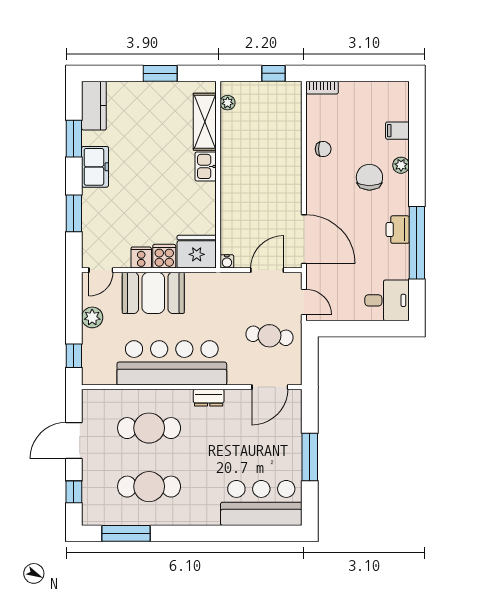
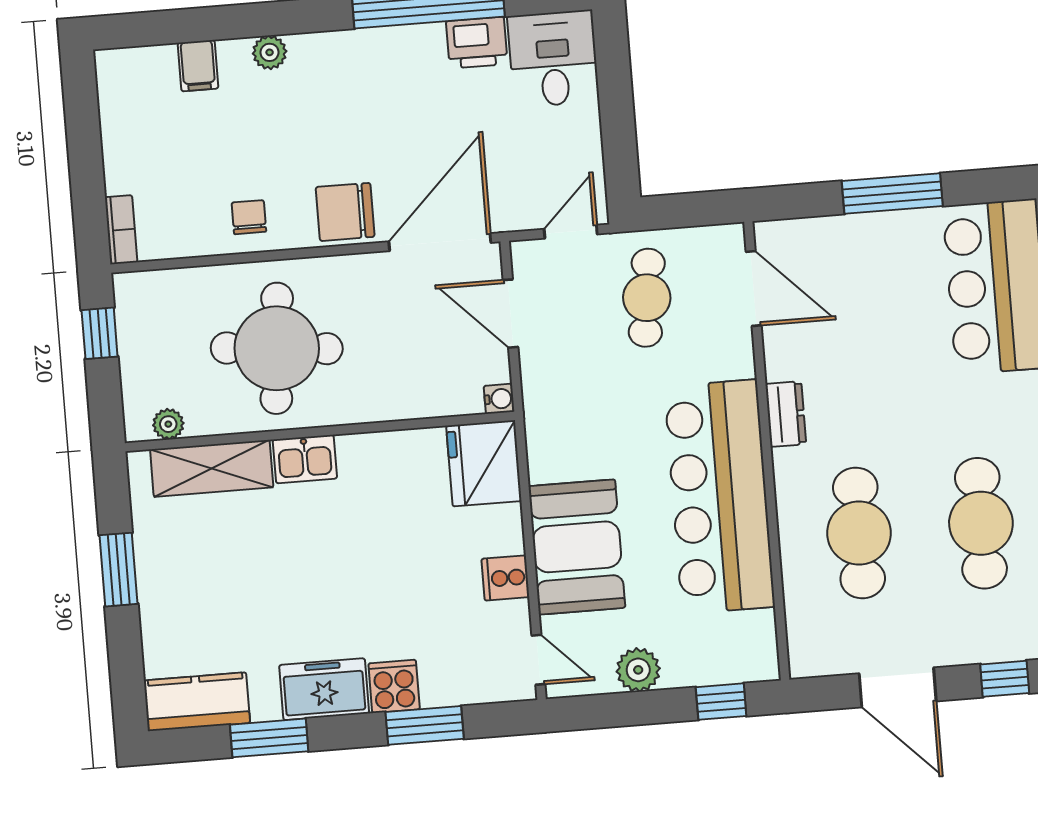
round table: (260, 157) -> (277, 348), added
chair: (369, 177) -> (345, 212), moved
printer: (398, 230) -> (477, 43), moved
cooker: (164, 256) -> (394, 686), moved, turned 90

